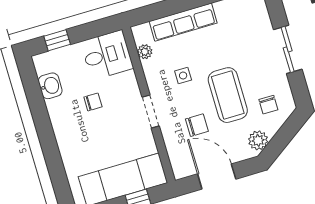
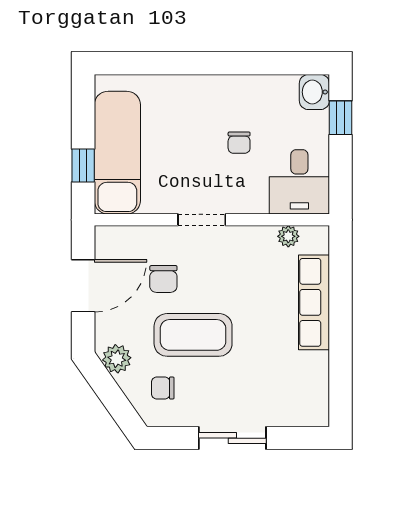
side table: (183, 76) -> (239, 280), removed
washbasin: (50, 86) -> (314, 92), moved, turned 90

